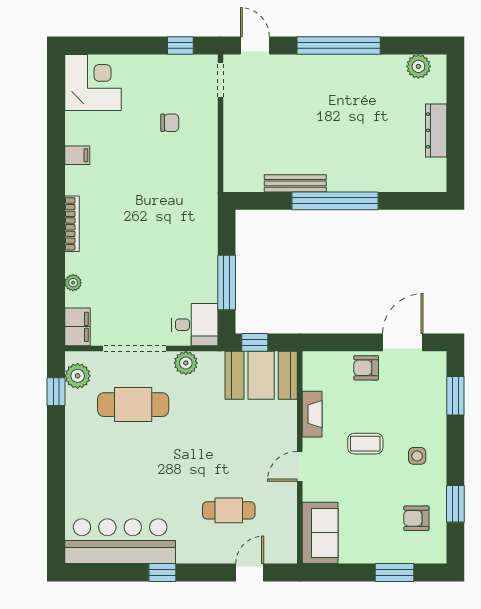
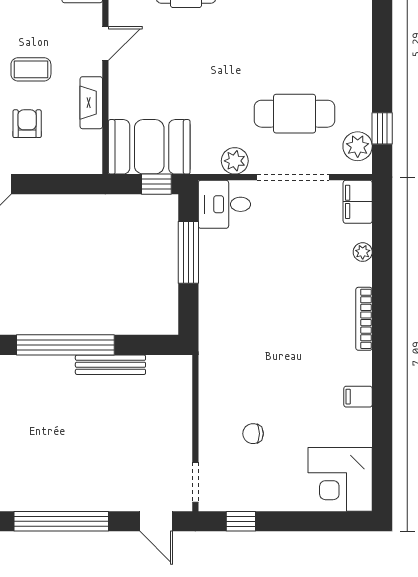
armchair: (366, 368) -> (27, 124), moved, turned -90

